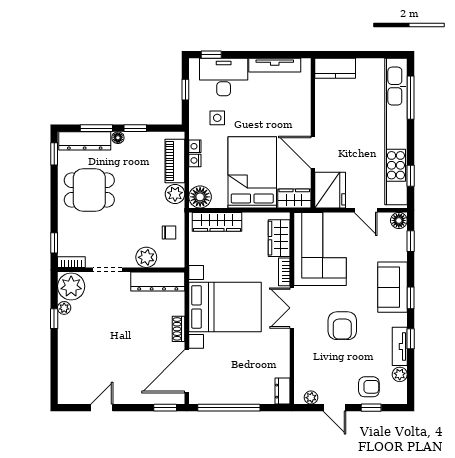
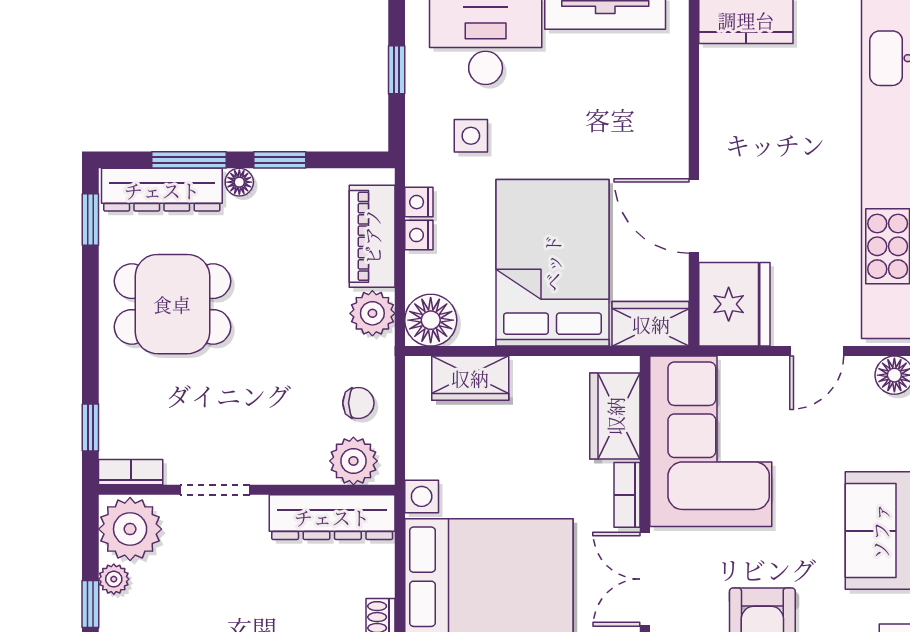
door: (366, 210) -> (817, 351), hinge flipped
wardrobe: (217, 222) -> (470, 378), width x0.67
plant: (146, 257) -> (353, 461), moved

